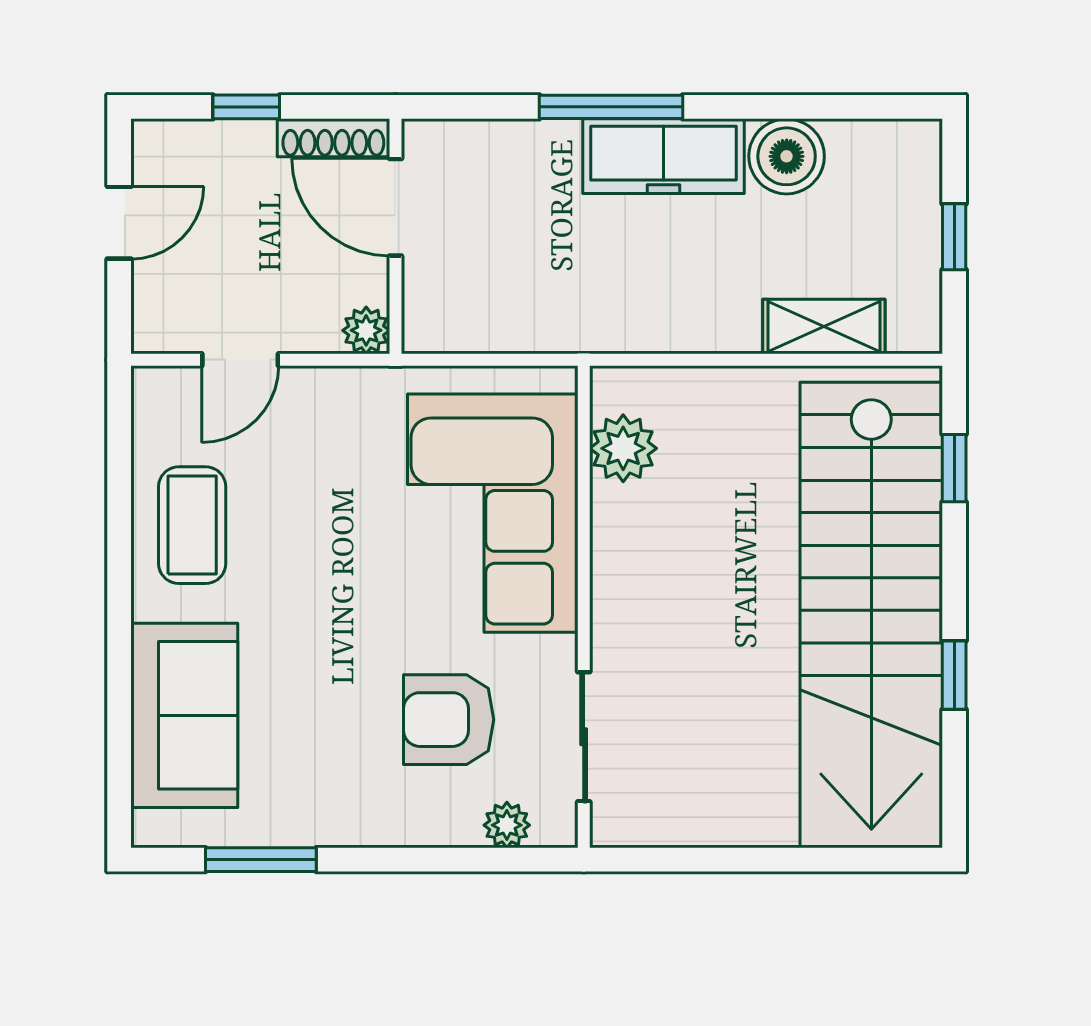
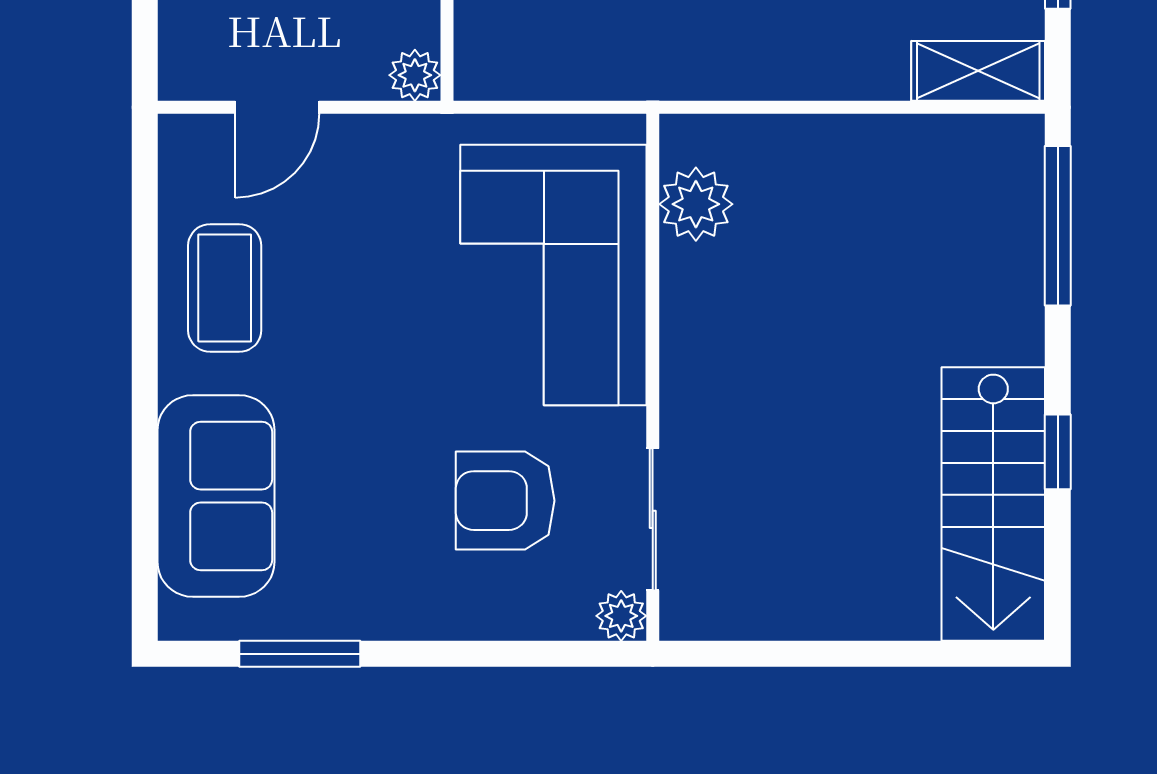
shelving: (824, 326) -> (978, 71), moved
window: (954, 468) -> (1058, 226), width x2.17
stairs: (871, 615) -> (993, 504), width x0.54, depth x0.66
plant: (507, 825) -> (621, 616), moved

